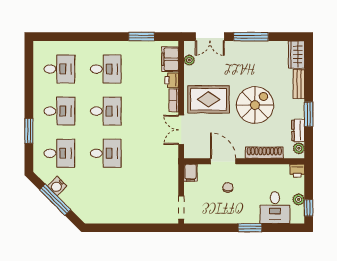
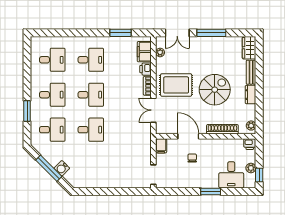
window: (309, 114) -> (259, 97), removed
dresser: (298, 130) -> (251, 95), moved
water cooler: (57, 186) -> (62, 168), moved

